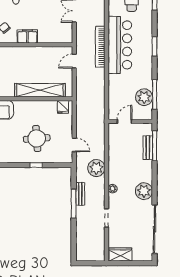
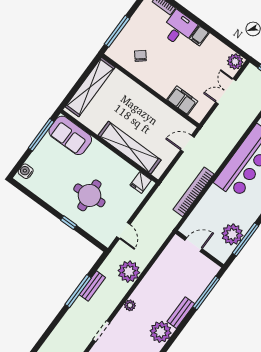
filing cabinet: (27, 36) -> (182, 100), moved
bookcase: (100, 47) -> (194, 192), moved
bench: (148, 148) -> (181, 313), moved

